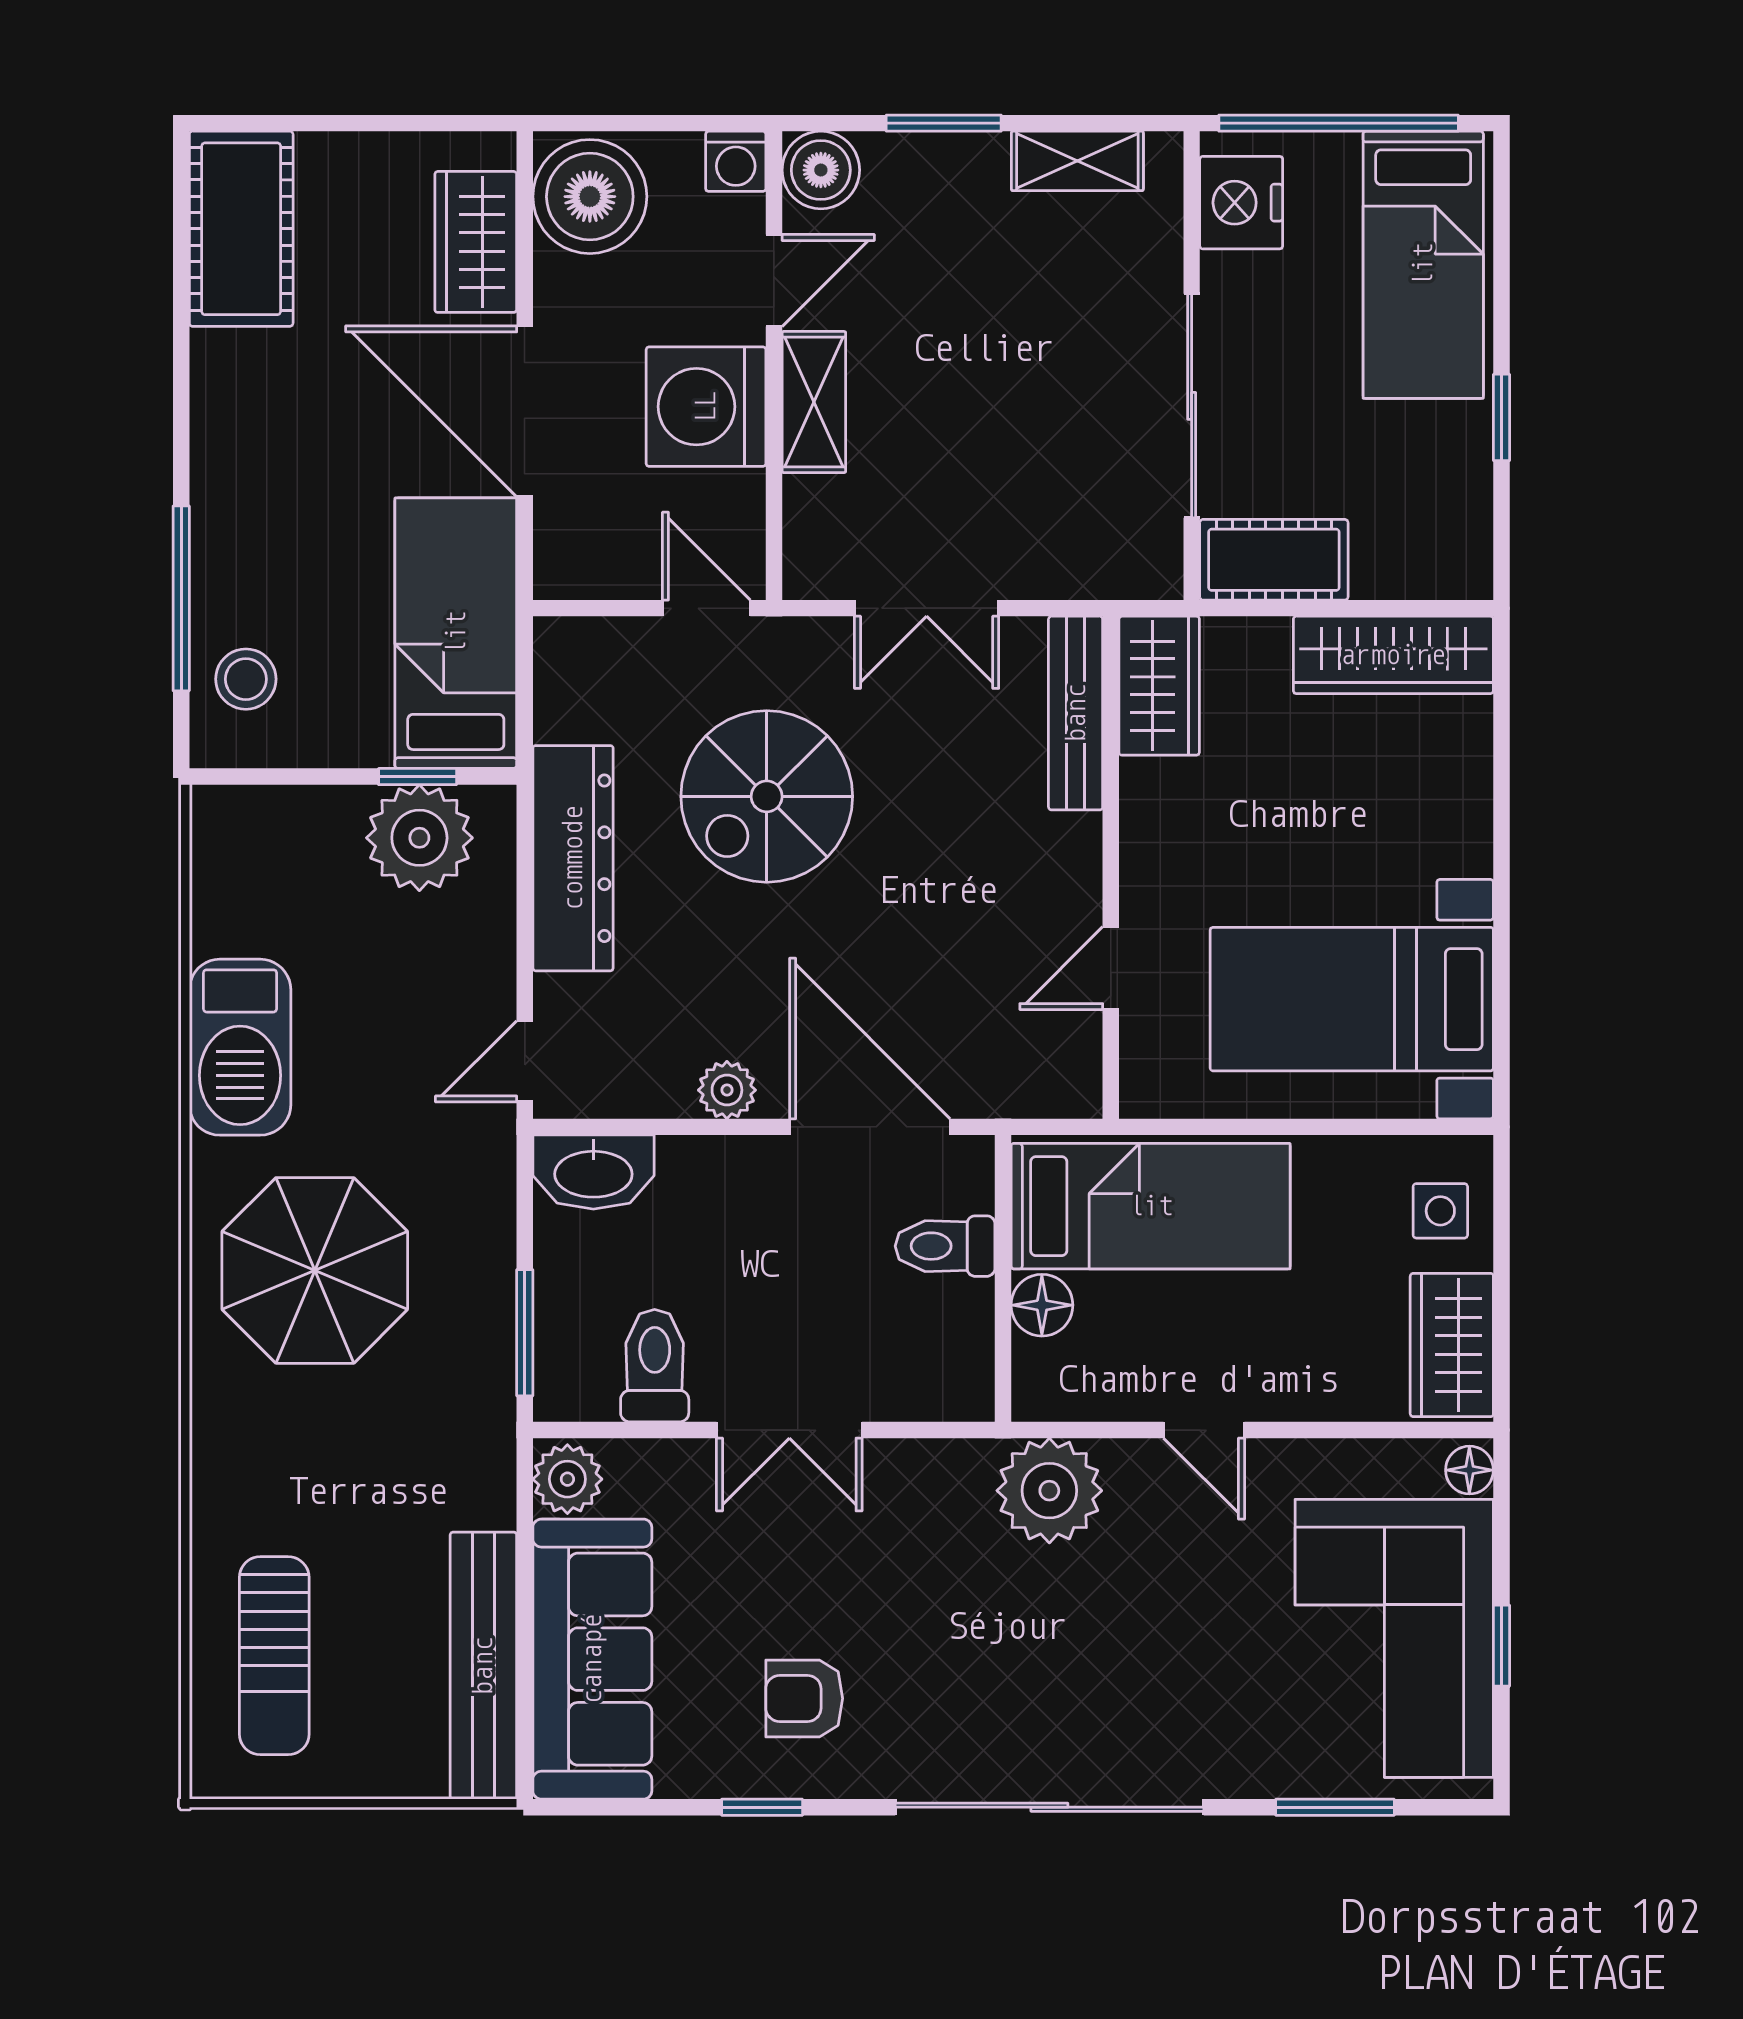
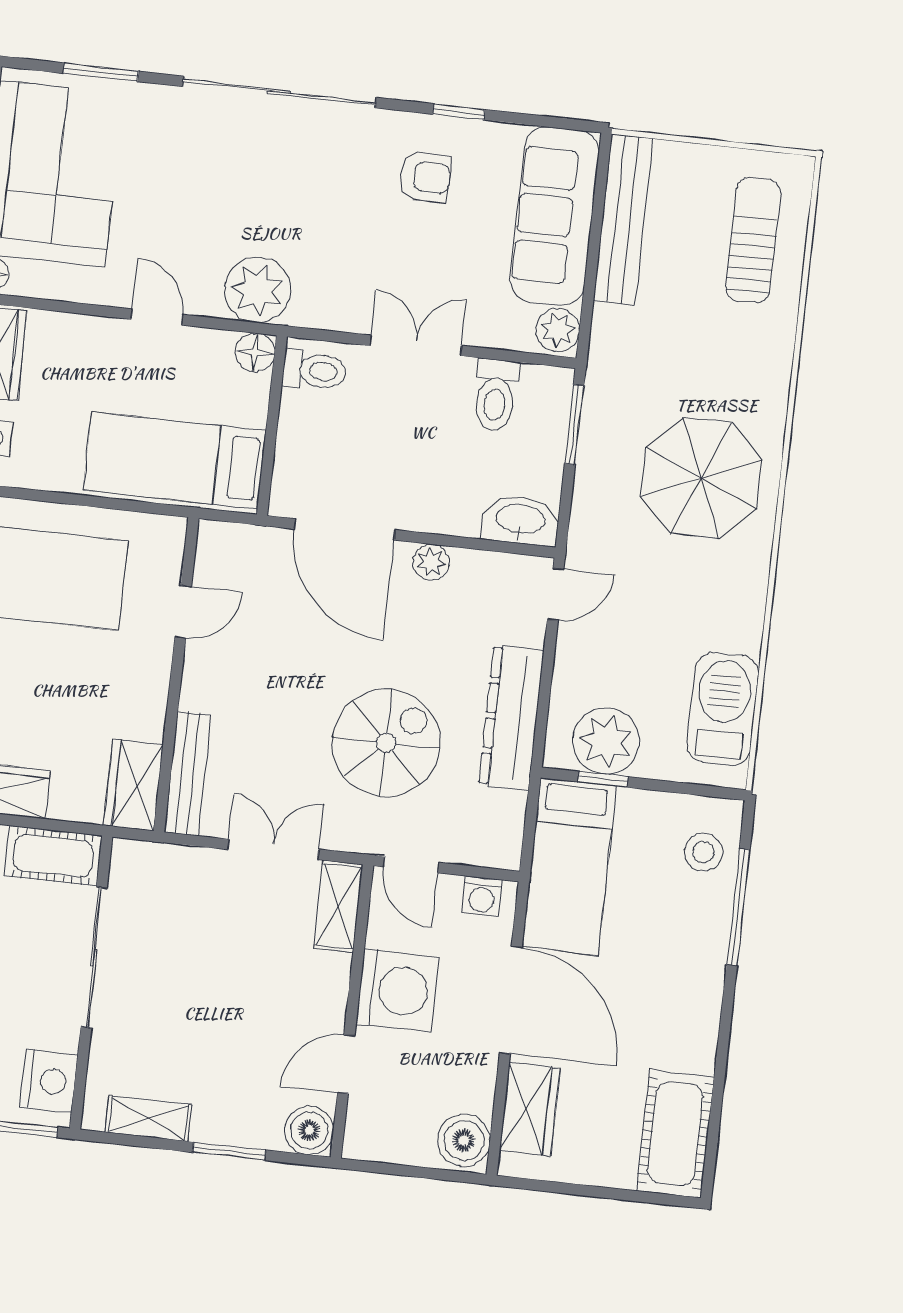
washing machine: (736, 161) -> (482, 897), moved, turned 180
boiler: (590, 197) -> (464, 1140), width x0.73, depth x0.73
shelving: (814, 402) -> (338, 906), moved
barbecue: (240, 1047) -> (723, 709), moved
toilet: (945, 1246) -> (315, 371), moved
floor lamp: (1042, 1305) -> (255, 352), moved

